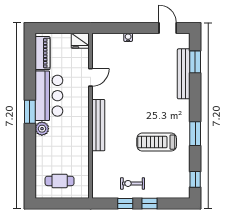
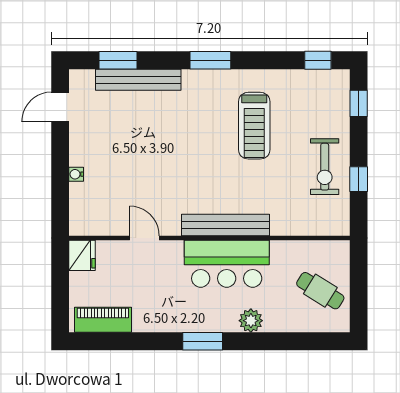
bar counter: (49, 96) -> (227, 264), moved, turned 180
plant: (42, 129) -> (251, 321), moved
window: (195, 134) -> (210, 60), moved
cafe table: (60, 181) -> (320, 291), turned -58
exercise bike: (132, 183) -> (325, 167), width x1.38, depth x1.39
window: (150, 204) -> (359, 103), moved

